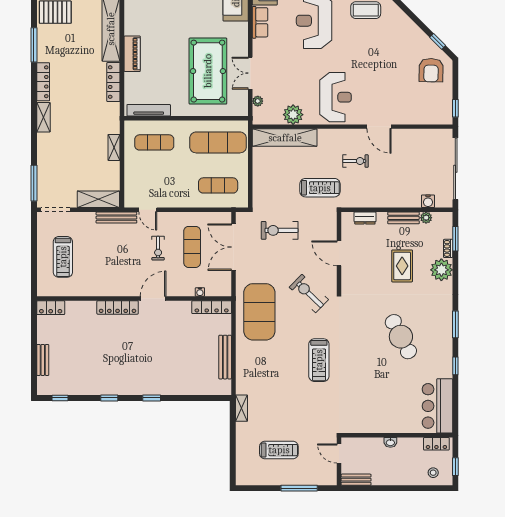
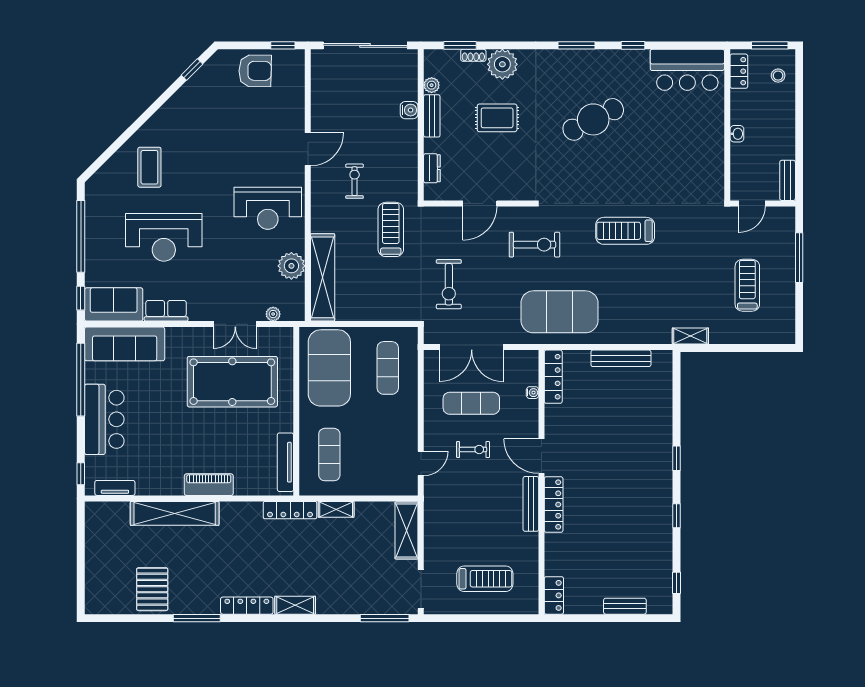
armchair: (431, 70) -> (255, 71), moved
locker: (113, 82) -> (290, 510), moved
reception desk: (336, 97) -> (268, 208), turned 180
exercise mat: (218, 142) -> (329, 368), width x1.47
water cooler: (428, 201) -> (409, 110), moved
bench: (116, 218) -> (531, 504), moved
exercise bike: (309, 293) -> (534, 245), turned -134
treadmill: (319, 360) -> (625, 231), turned 180
window: (455, 467) -> (770, 45), width x1.50

